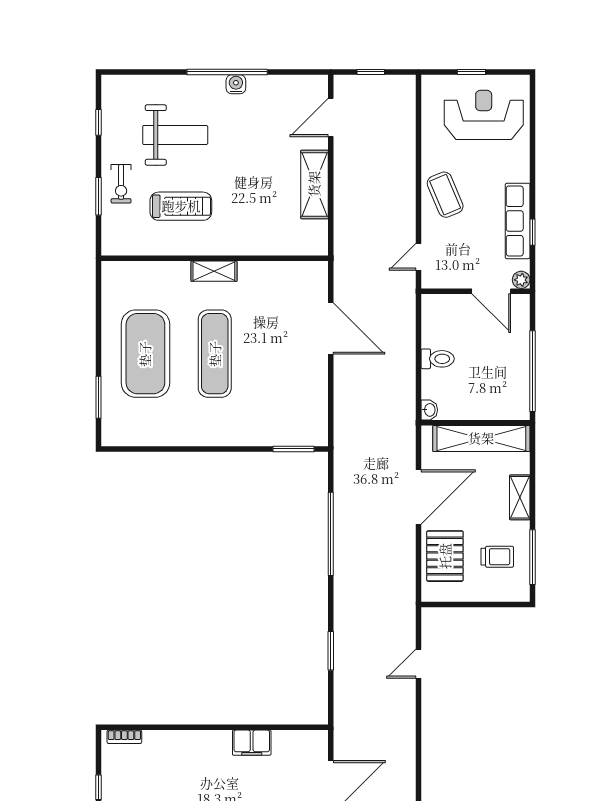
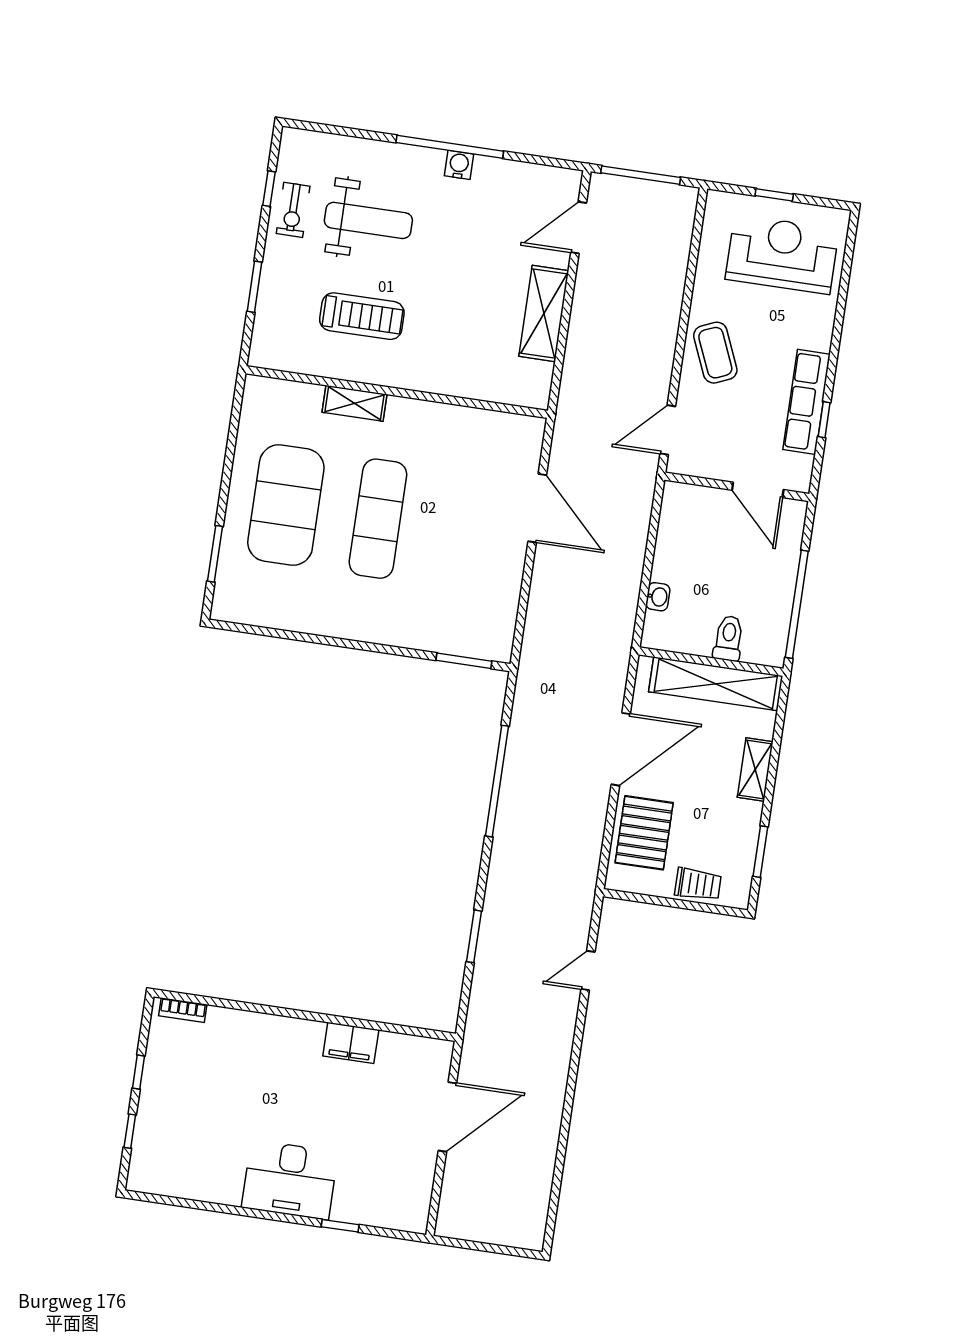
window: (371, 72) -> (641, 175), width x2.17
exercise bike: (121, 184) -> (293, 210), moved
door: (419, 257) -> (668, 430), width x1.38
shelving: (214, 271) -> (354, 403), moved
plant: (521, 280) -> (800, 481), removed
toilet: (438, 359) -> (728, 638), moved, turned -90
washbasin: (429, 410) -> (658, 597), moved
trolley: (497, 557) -> (698, 884), moved
window: (532, 557) -> (760, 852), width x0.69

